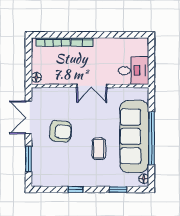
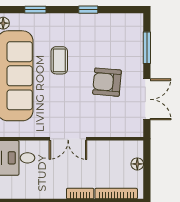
floor lamp: (36, 77) -> (137, 164), moved
double door: (92, 86) -> (68, 139), swing flipped

